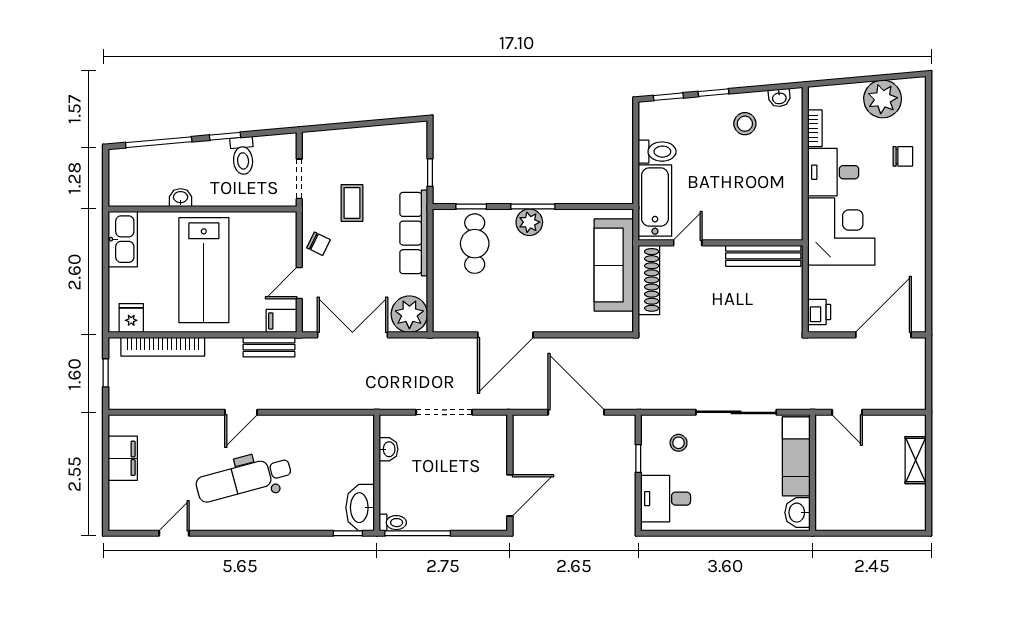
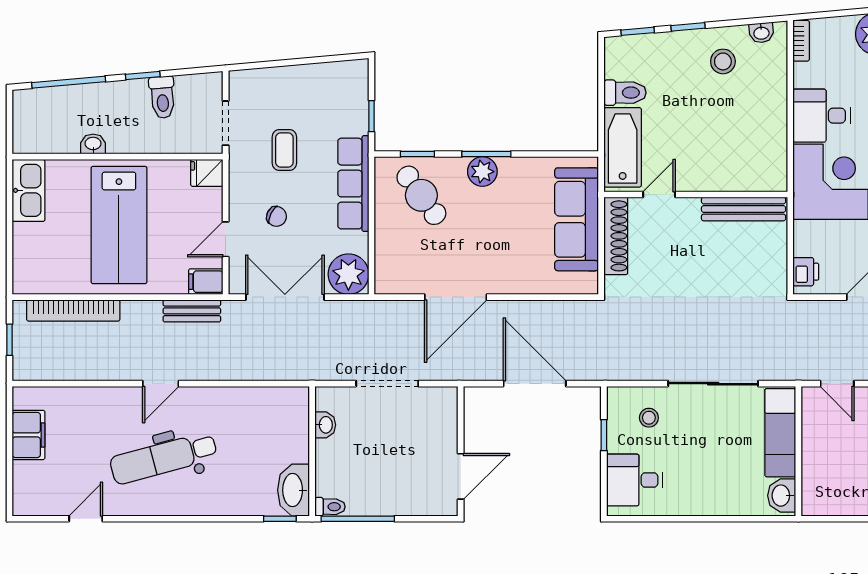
bookcase: (815, 128) -> (801, 41), moved
chair: (319, 244) -> (277, 216), moved
cafe table: (475, 244) -> (421, 195), turned -36
fridge: (131, 318) -> (207, 173), moved, turned -90

